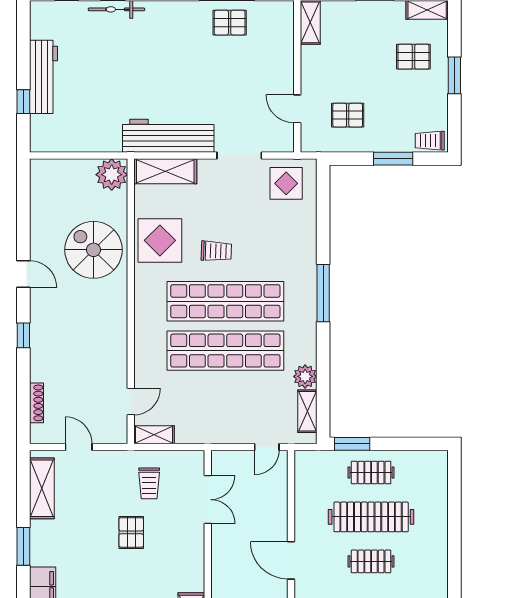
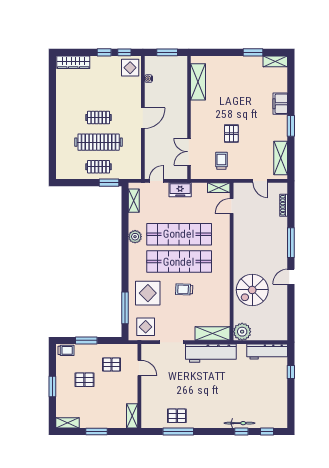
pallet: (413, 57) -> (84, 380), moved
workbench: (44, 77) -> (267, 352), moved, turned -90
display table: (160, 240) -> (148, 293), moved
spiral stairs: (93, 250) -> (252, 290), turned 90
door: (23, 274) -> (291, 277), hinge flipped
window: (323, 293) -> (125, 308), moved
window: (23, 335) -> (291, 243), width x2.17
plant: (305, 376) -> (135, 237), moved
freezer: (224, 431) -> (180, 190), added
door: (291, 560) -> (143, 118), hinge flipped

